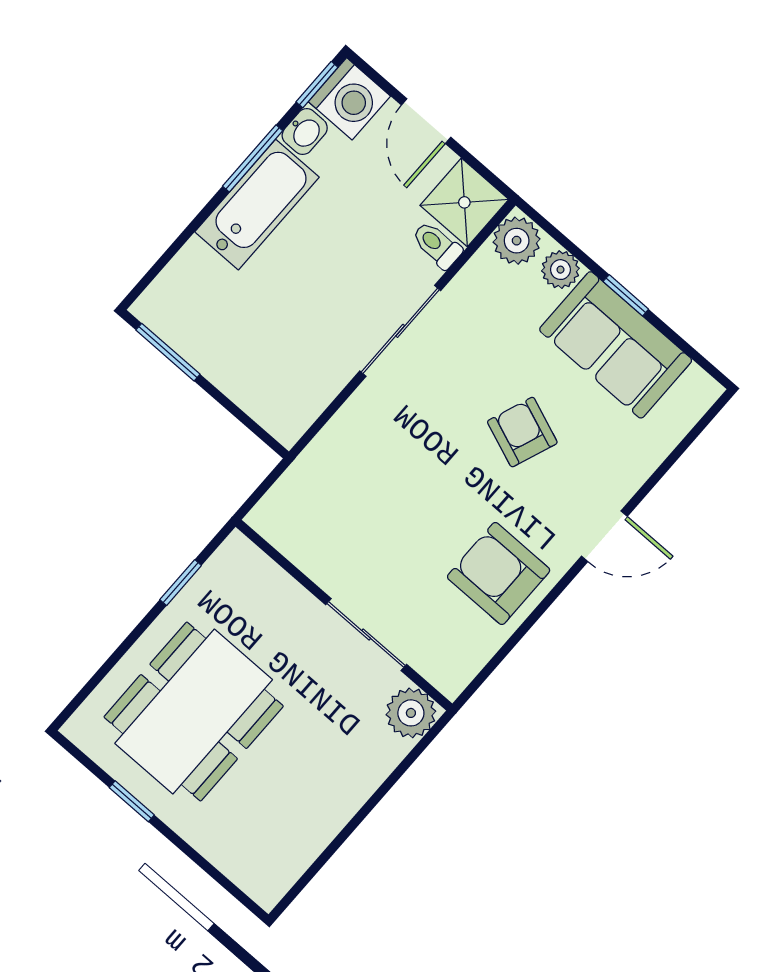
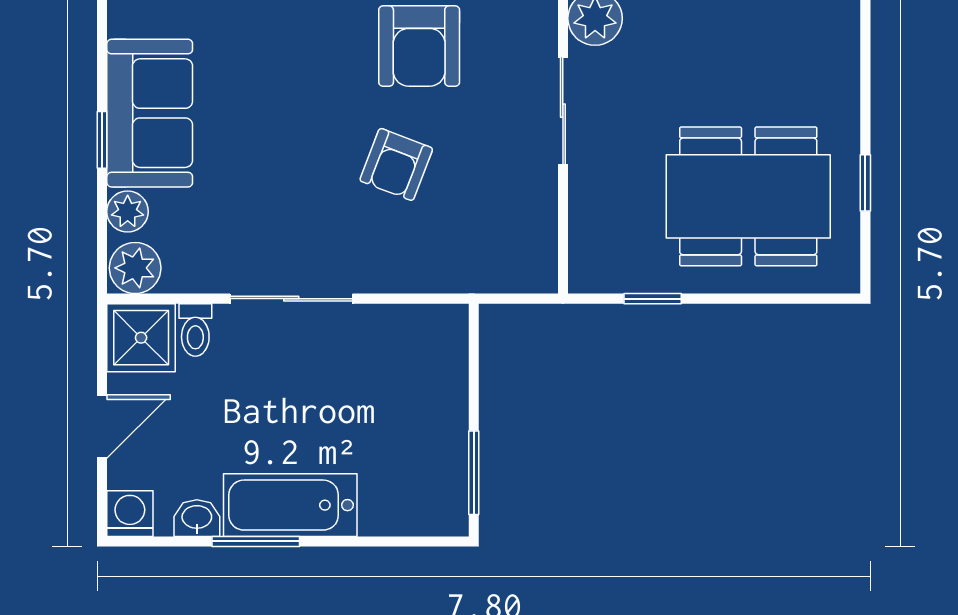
window: (317, 85) -> (150, 541), removed
washing machine: (349, 99) -> (130, 514), width x0.73, depth x0.73
armchair: (522, 432) -> (396, 164), moved

